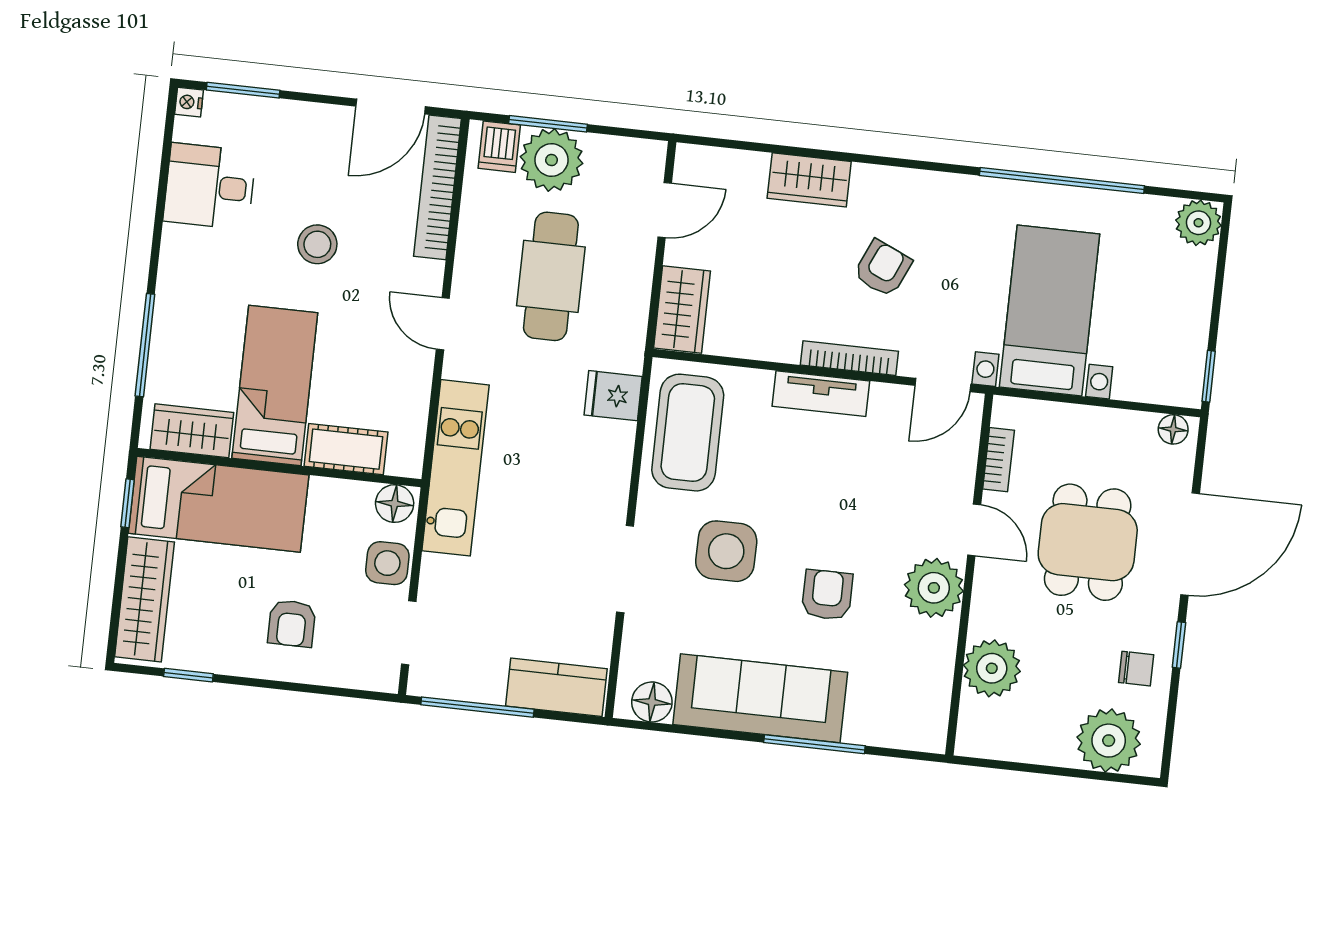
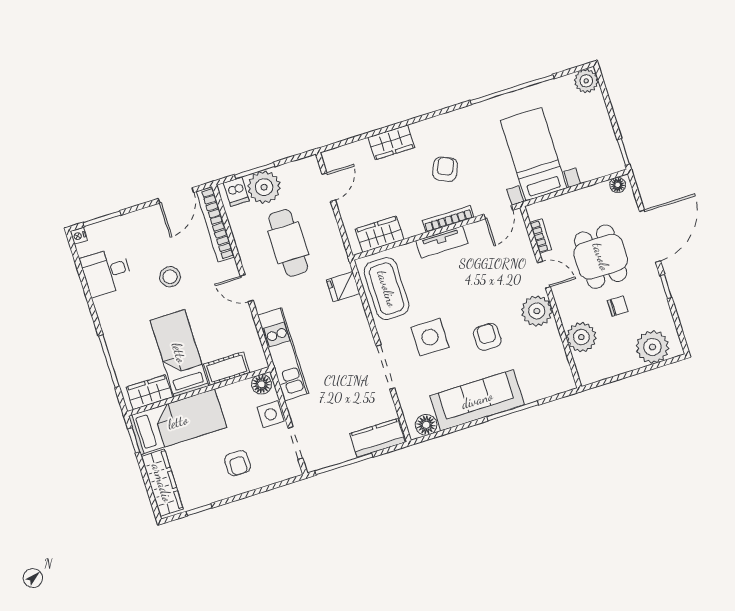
wardrobe: (682, 310) -> (379, 234), moved, turned -90
chair: (1136, 669) -> (618, 306), moved

